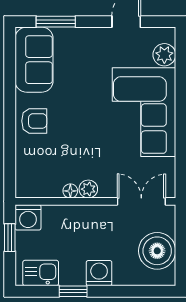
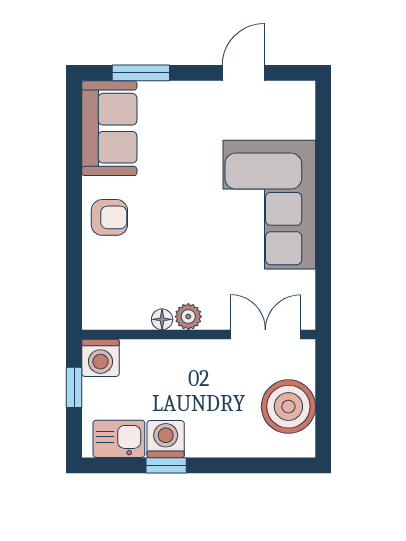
plant: (164, 55) -> (299, 121), removed
washing machine: (99, 273) -> (166, 439), moved

